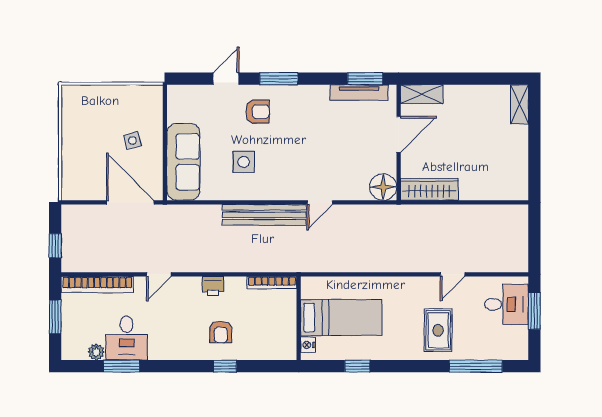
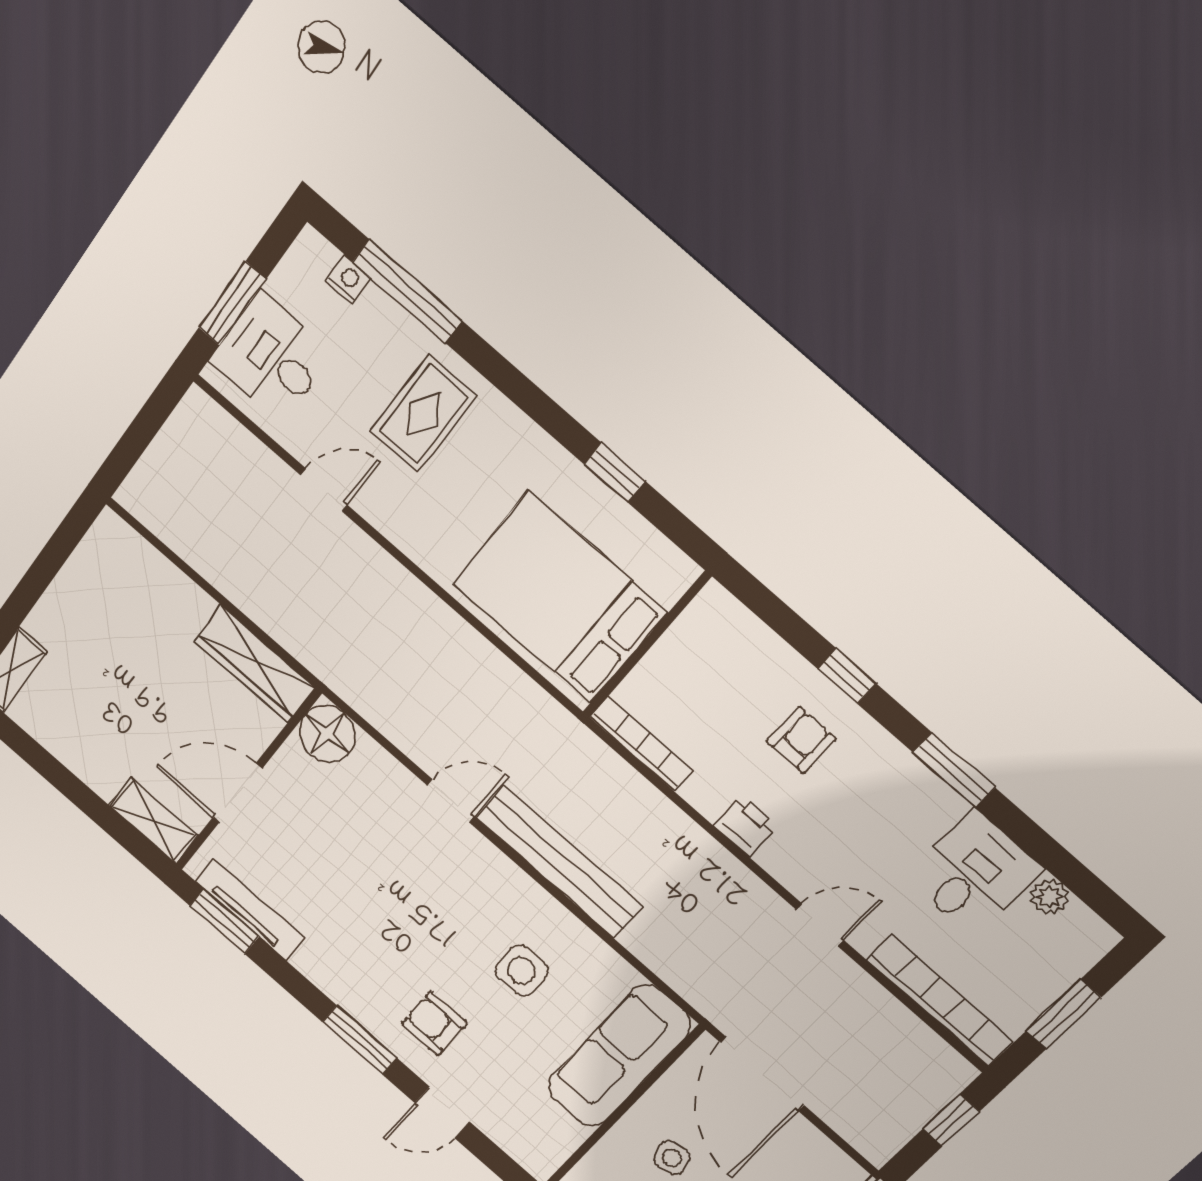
bed: (341, 318) -> (560, 598), width x1.50
nightstand: (308, 345) -> (348, 280), moved, turned -90
window: (121, 366) -> (954, 770), moved

